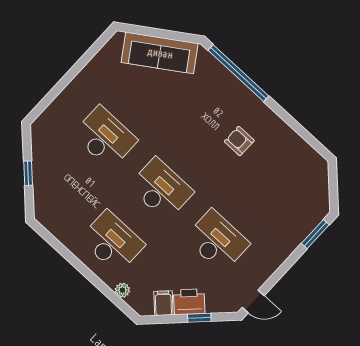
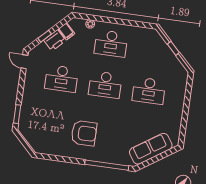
armchair: (239, 141) -> (84, 133), width x1.88, depth x1.88
door: (253, 301) -> (24, 62), hinge flipped

